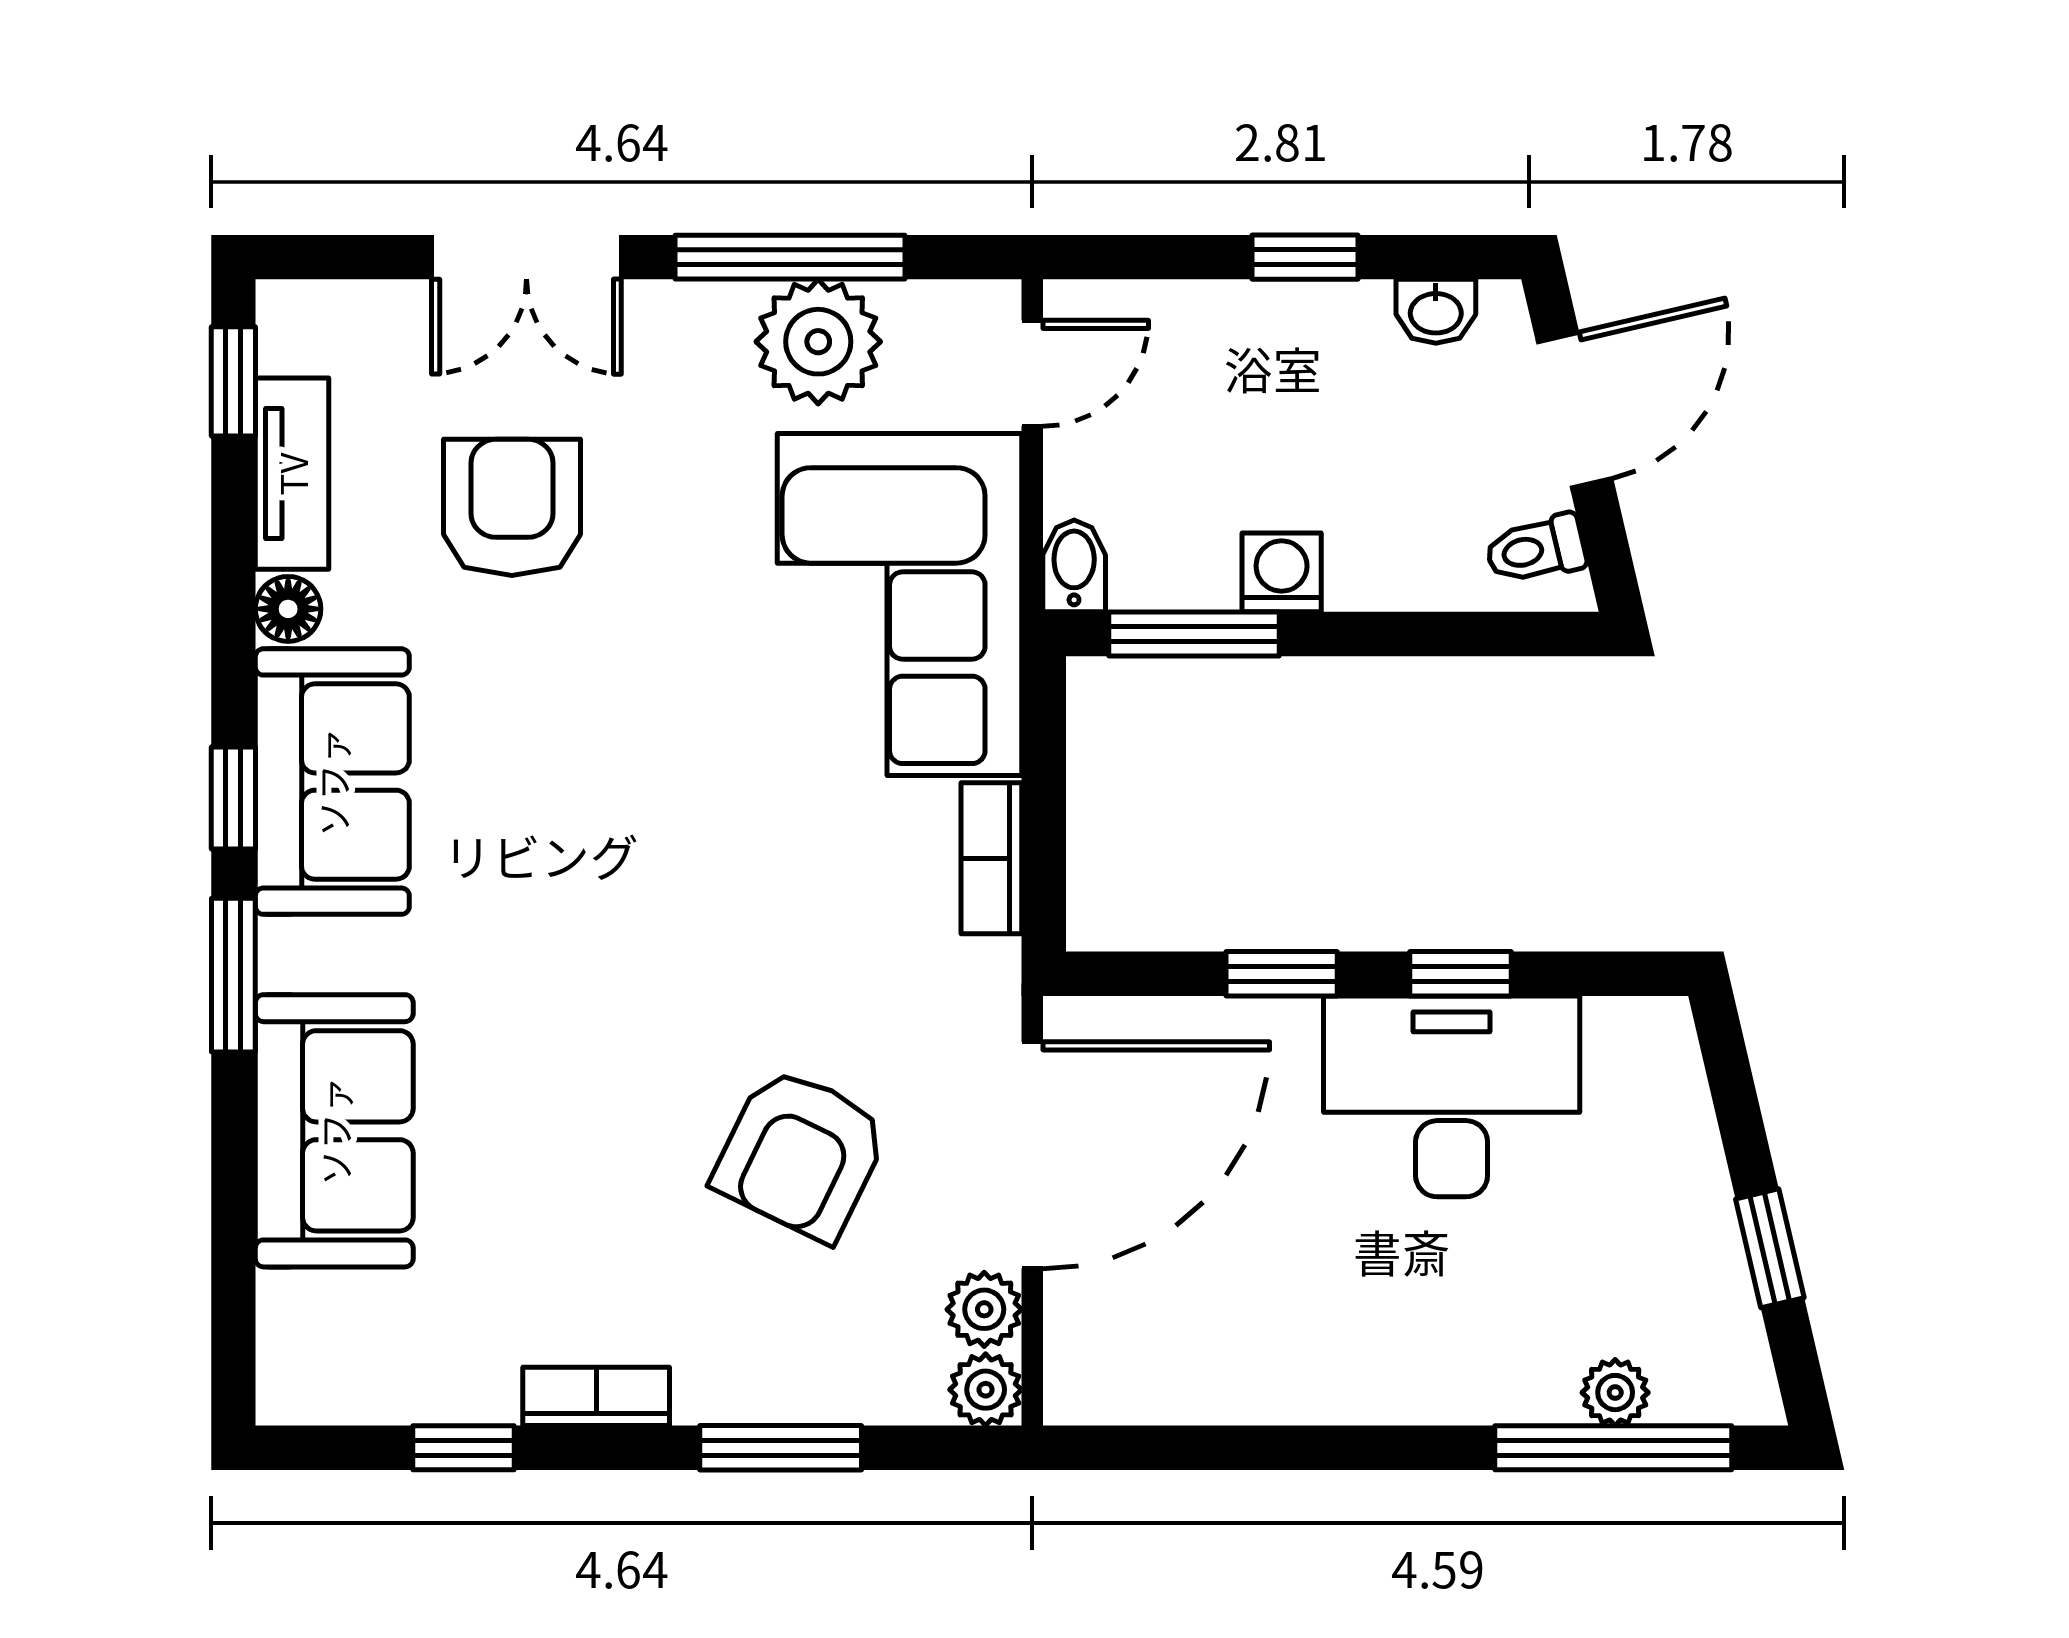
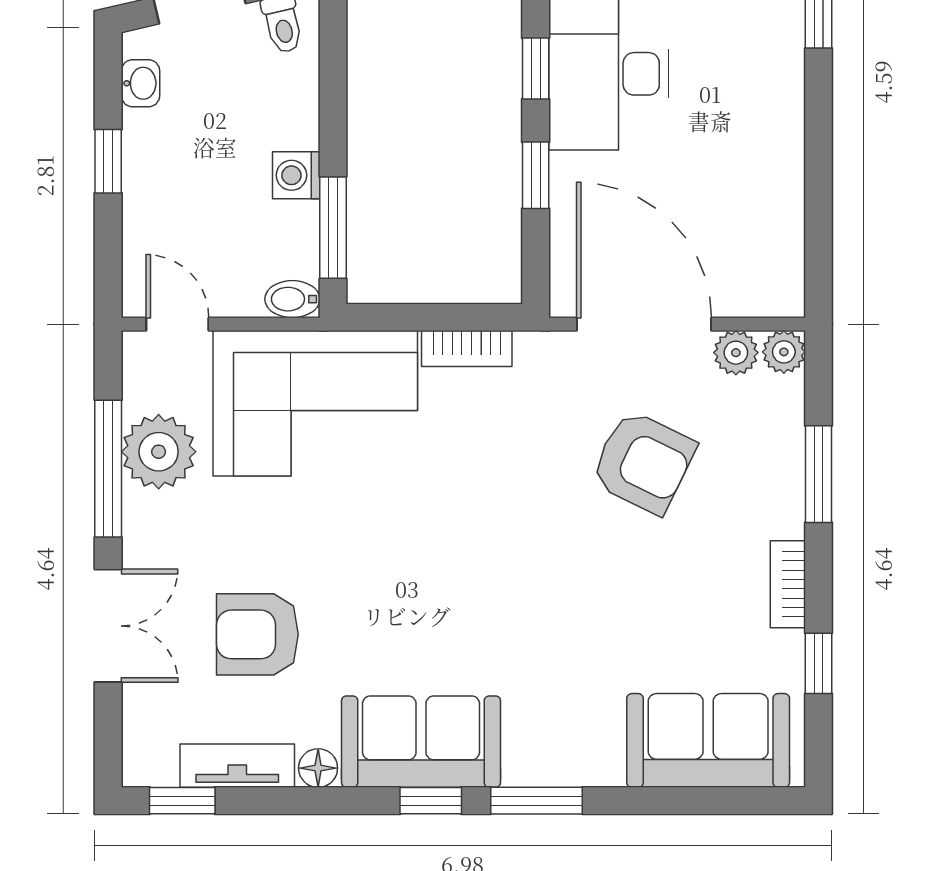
sofa: (334, 1131) -> (708, 740), moved

